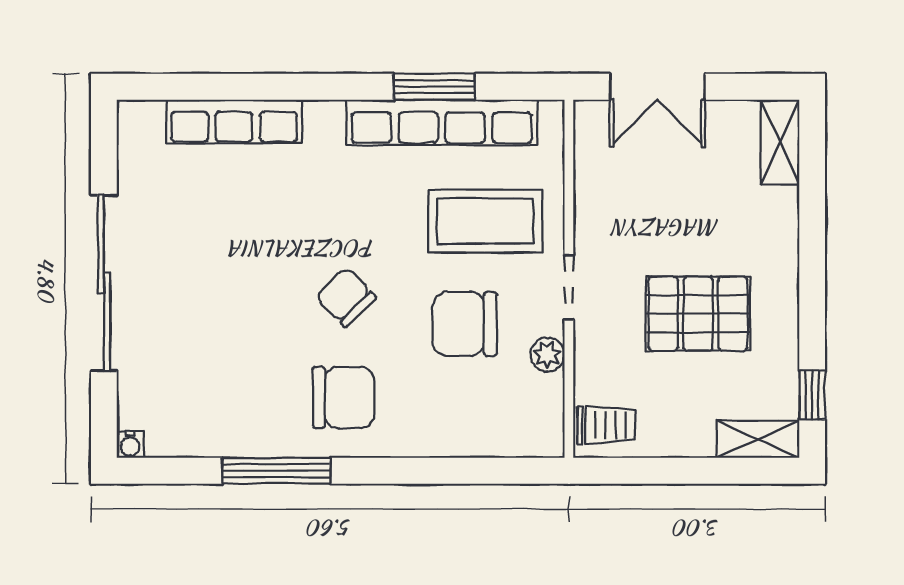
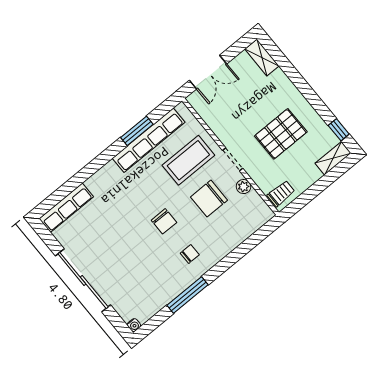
row of seats: (234, 122) -> (66, 208), moved
chair: (346, 297) -> (164, 221), turned -135
chair: (344, 398) -> (190, 254), width x0.54, depth x0.54

